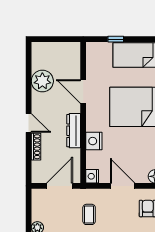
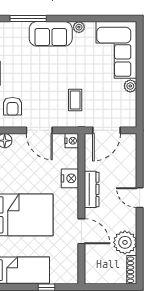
shoe rack: (36, 147) -> (132, 270), moved

